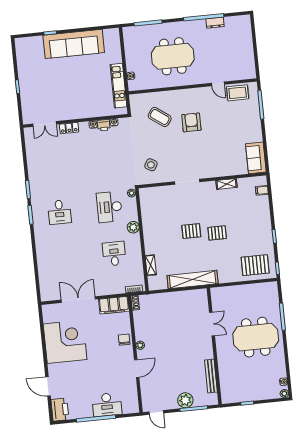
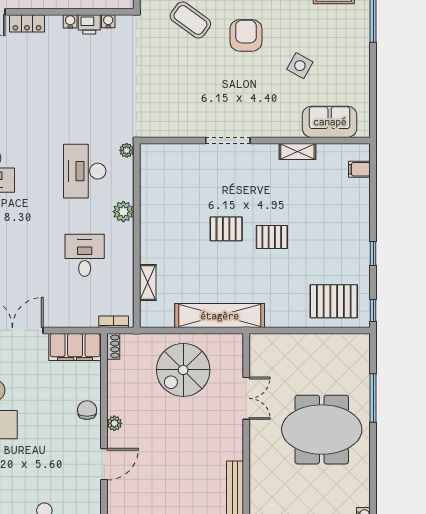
sofa: (256, 158) -> (330, 122), moved, turned 90
side table: (151, 165) -> (300, 66), moved
spiral stairs: (175, 312) -> (183, 370), added

